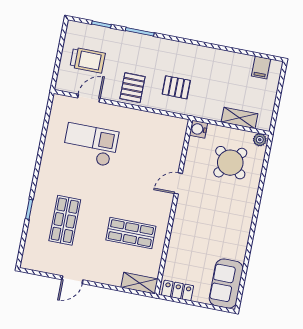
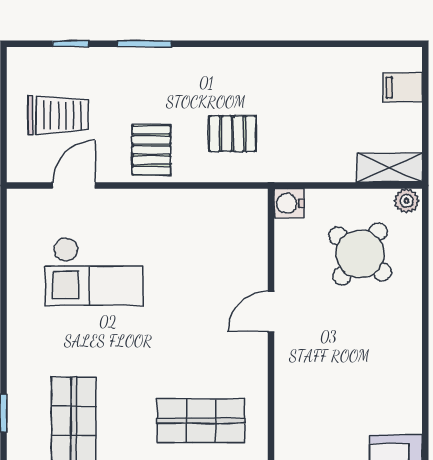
filing cabinet: (261, 68) -> (403, 88), moved, turned 90
shelving: (240, 118) -> (390, 168), moved
checkout: (90, 145) -> (94, 271), turned 180

